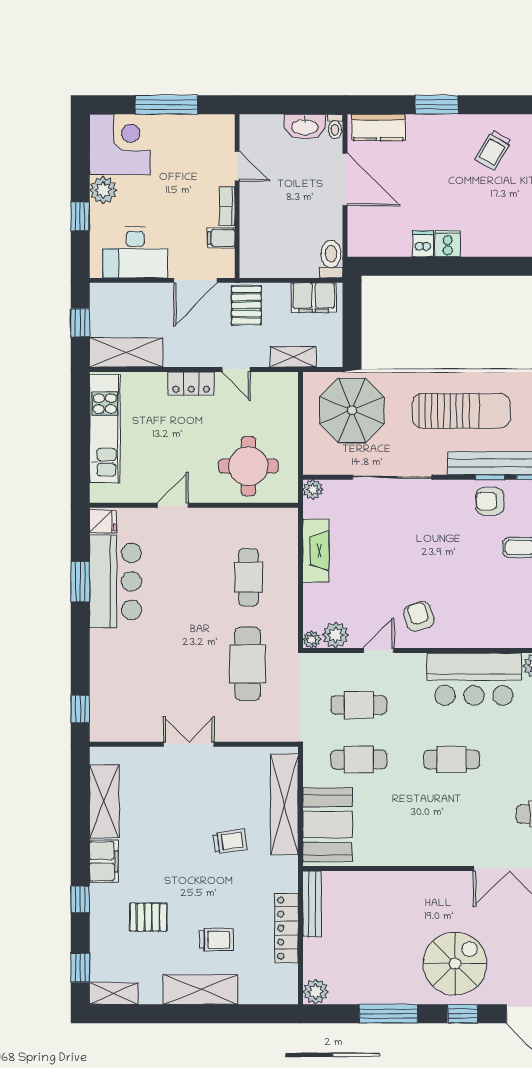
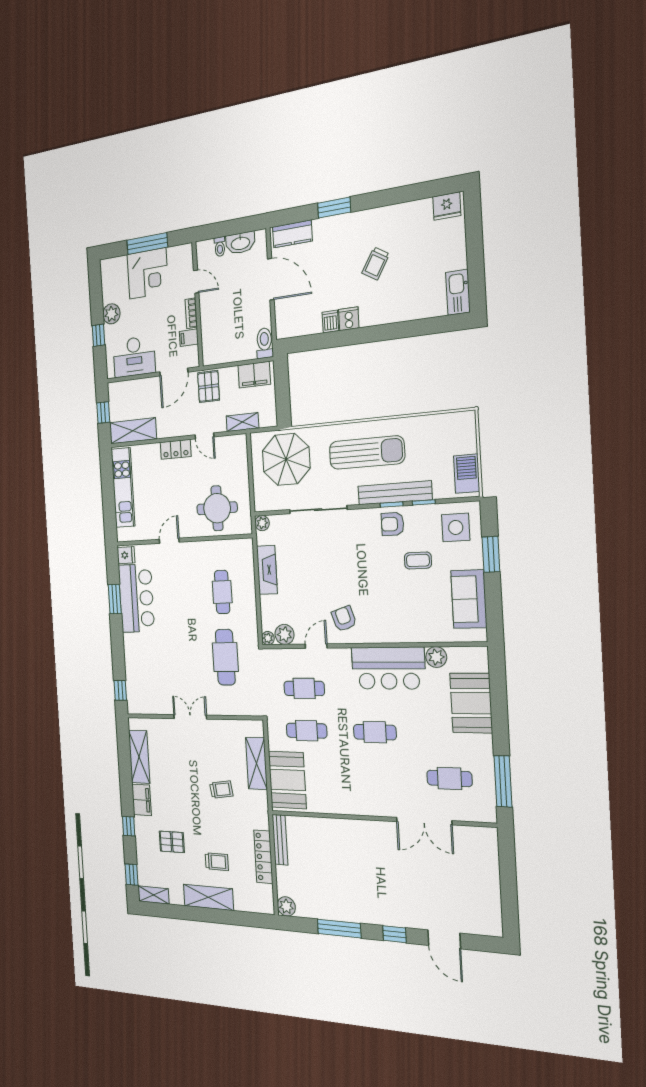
toilet: (335, 126) -> (220, 247), moved
corner desk: (120, 144) -> (148, 273), moved, turned 90
trolley: (493, 150) -> (376, 264), moved
shelving: (284, 804) -> (256, 763), width x0.68
spiral stairs: (455, 964) -> (386, 894), removed

